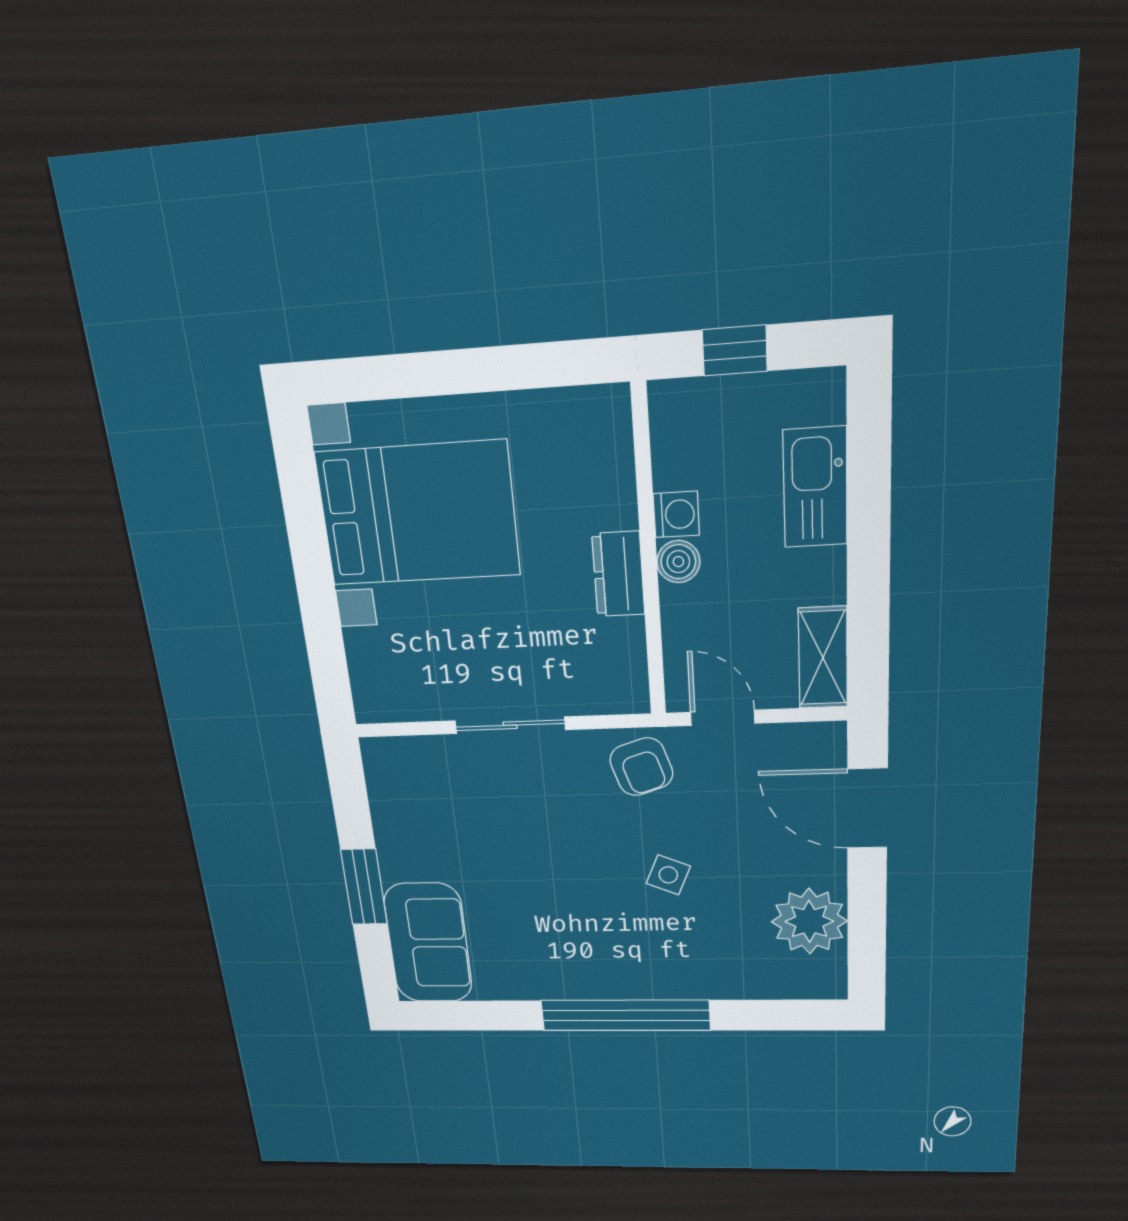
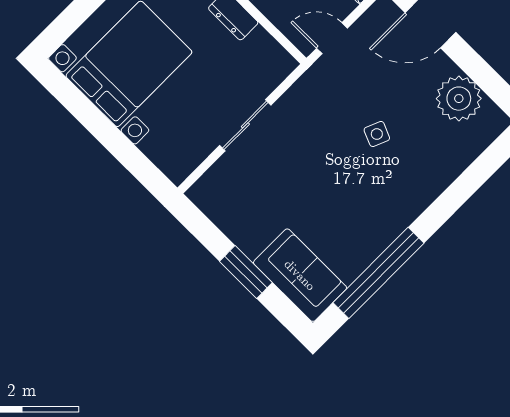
armchair: (641, 767) -> (318, 92), removed
window: (625, 1015) -> (379, 273), moved

